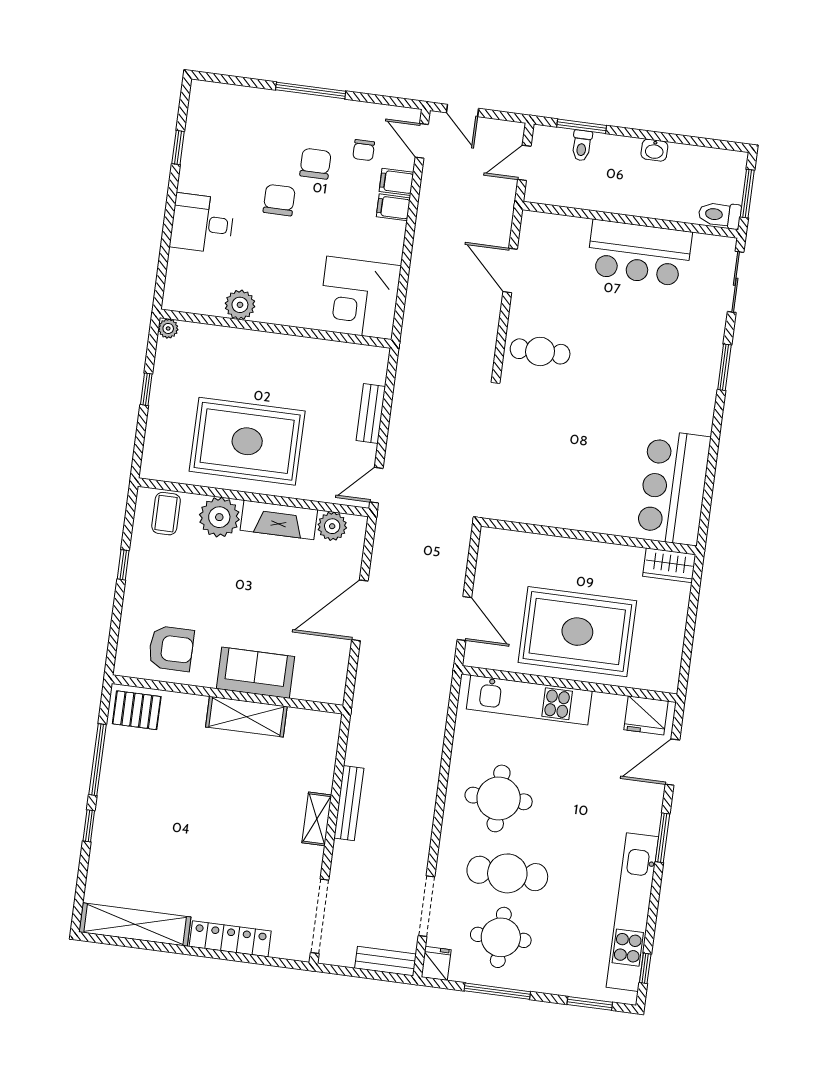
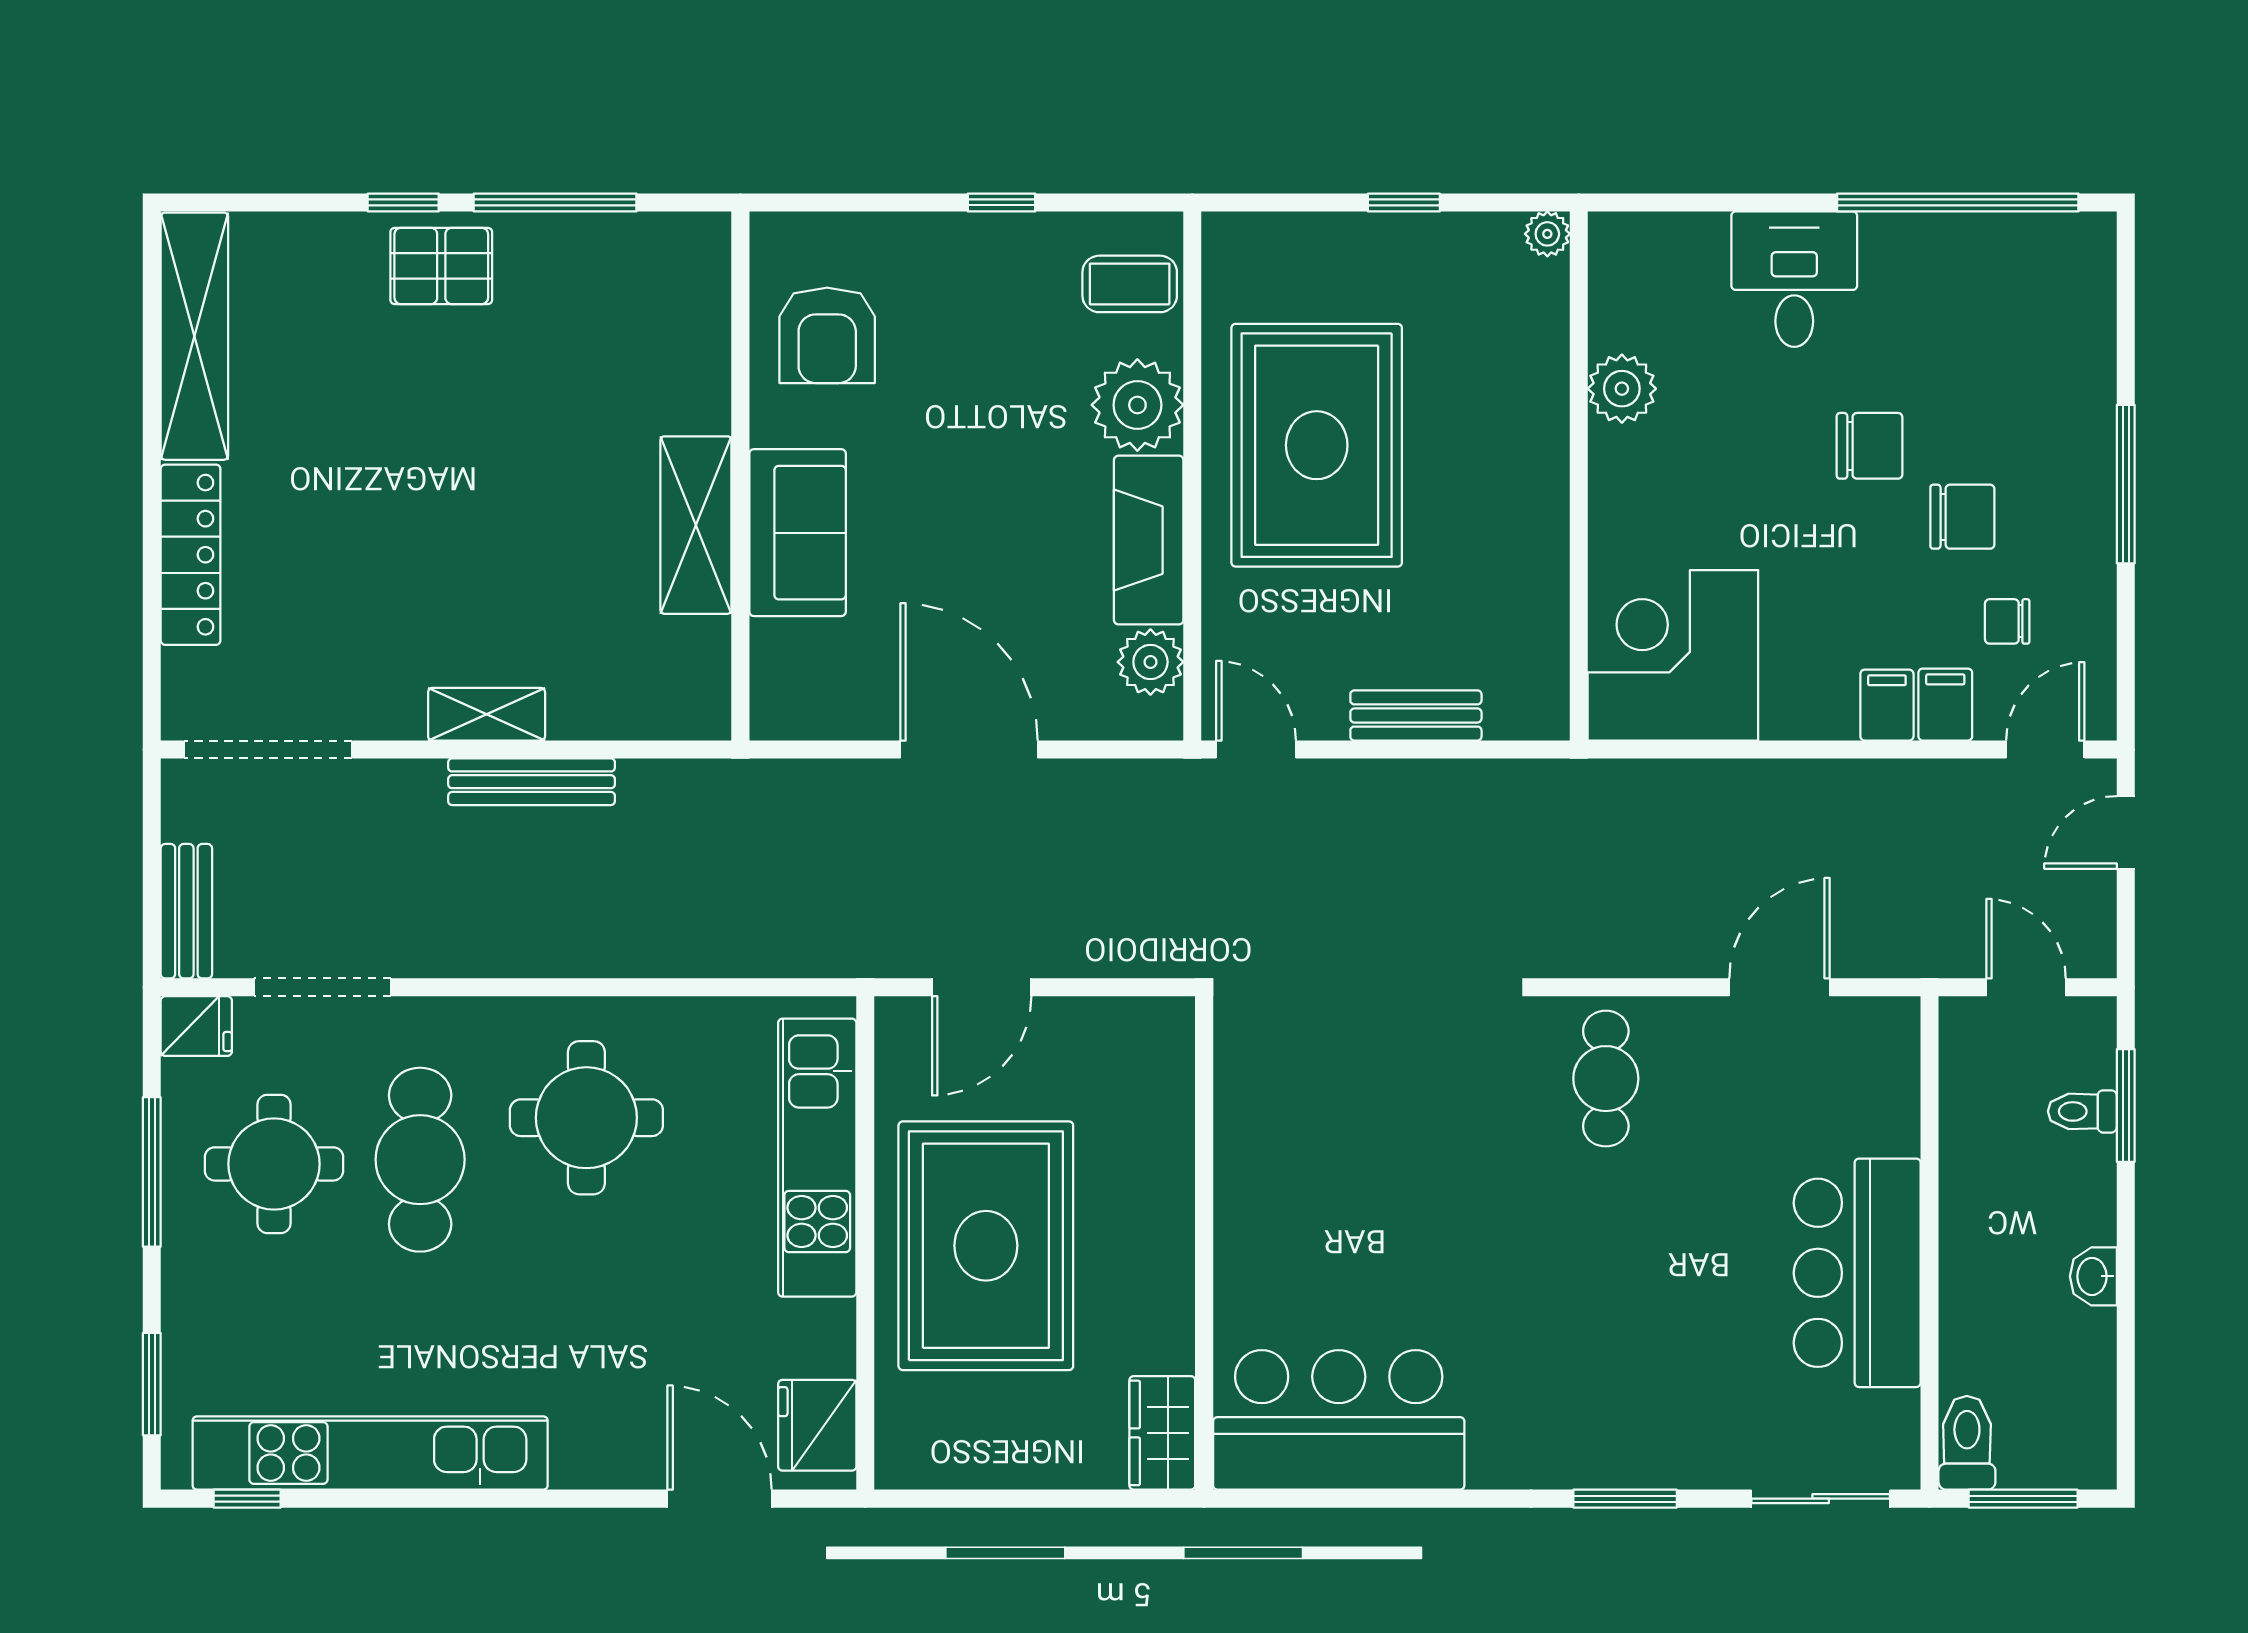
window: (178, 148) -> (1958, 202), width x3.17
pallet: (137, 710) -> (441, 266), moved, turned 90
window: (662, 838) -> (546, 1499), removed

